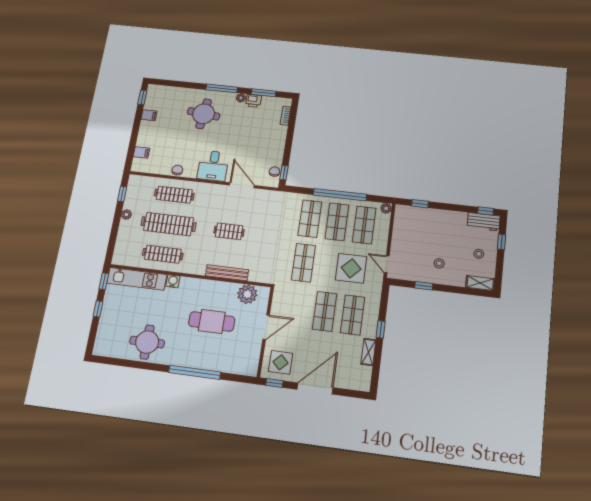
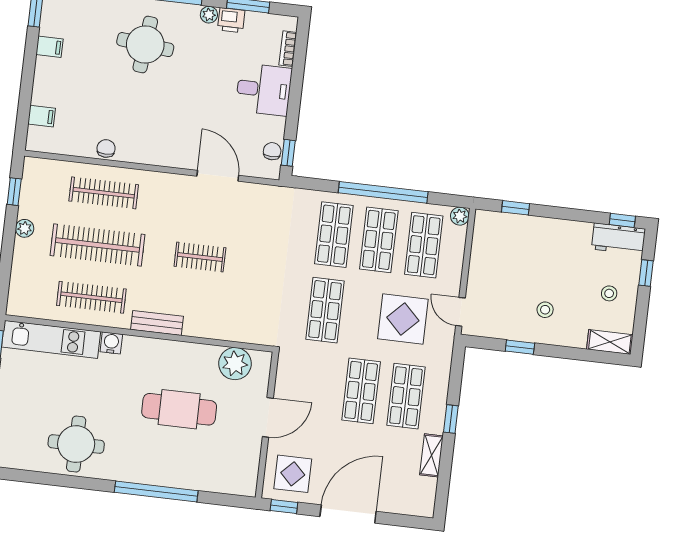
desk: (213, 166) -> (264, 90), moved, turned -90
bench: (227, 273) -> (157, 323), moved, width x0.73

